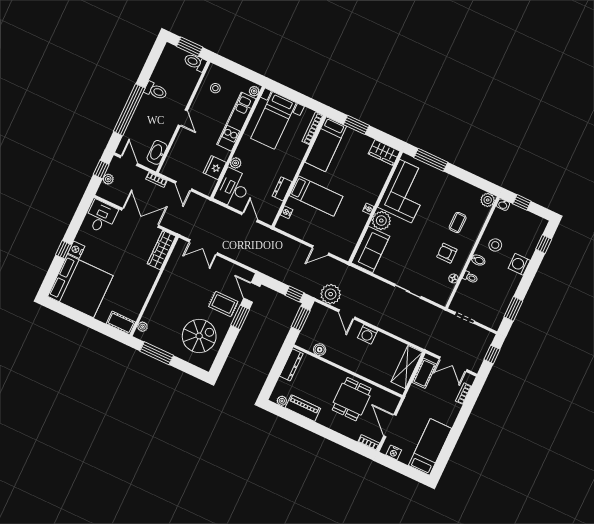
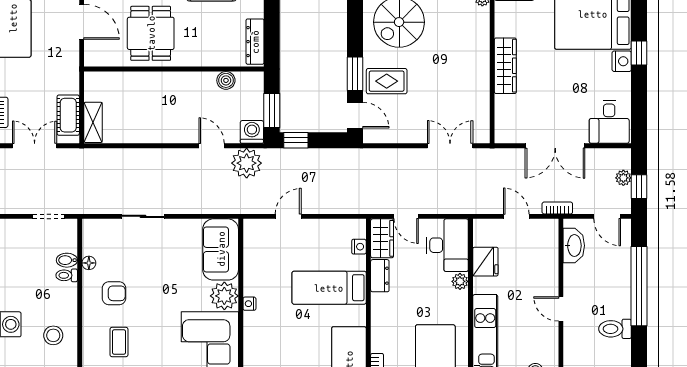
wardrobe: (270, 211) -> (382, 238), added
wardrobe: (162, 250) -> (505, 66), moved
bidet: (478, 260) -> (67, 260), moved
washing machine: (367, 334) -> (252, 132), moved
shelving: (407, 367) -> (93, 122), width x0.67, depth x0.75

